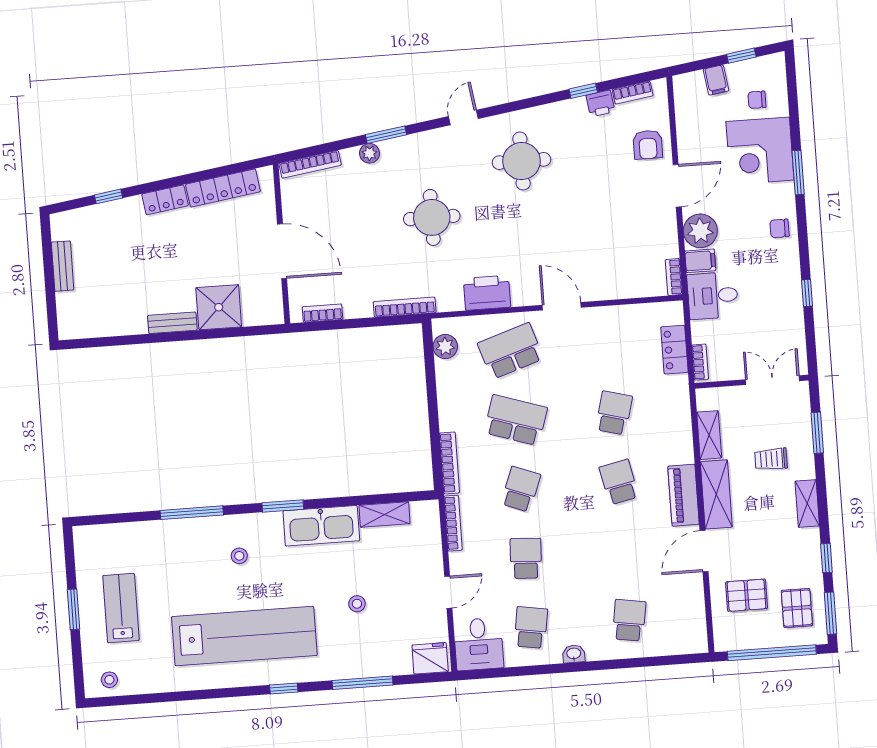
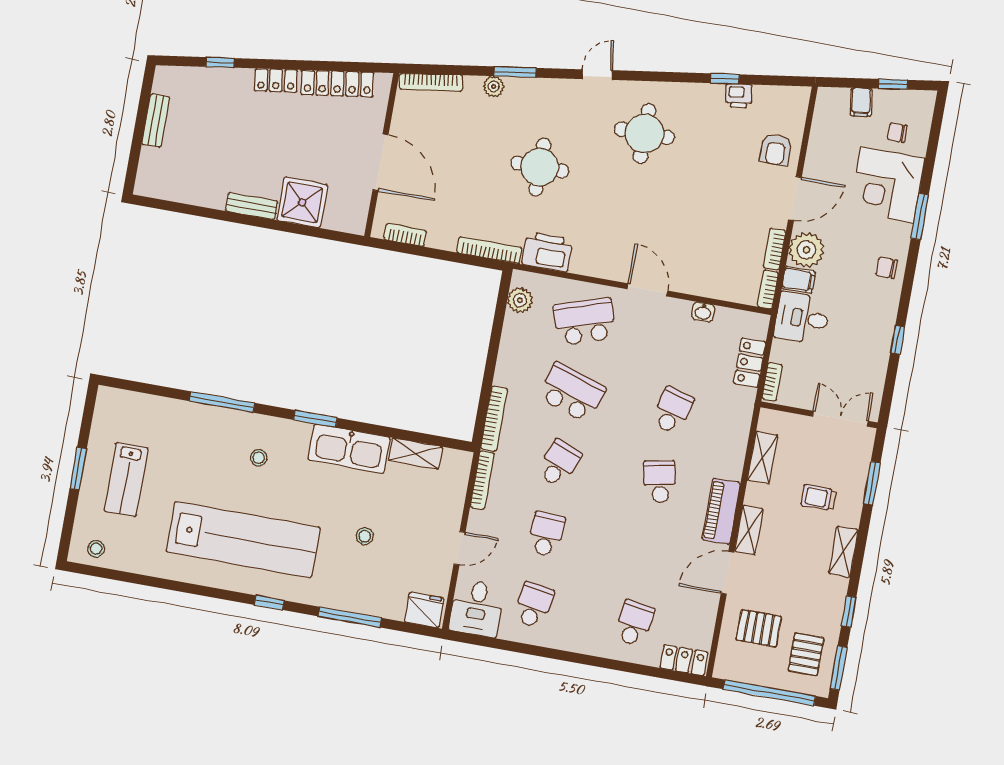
bookcase: (633, 93) -> (775, 249), moved, turned 98
printer: (487, 293) -> (547, 252), moved
shelving: (716, 494) -> (749, 530), width x0.67, depth x0.75
lab bench: (121, 608) -> (126, 480), turned 180
locker: (684, 643) -> (684, 660), added
washbasin: (574, 654) -> (703, 312), moved, turned 180

